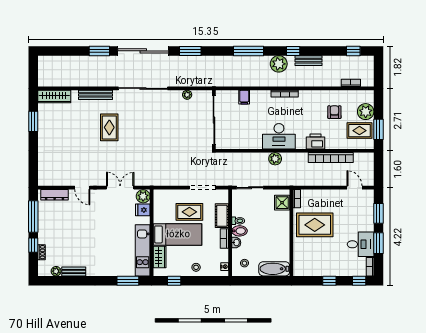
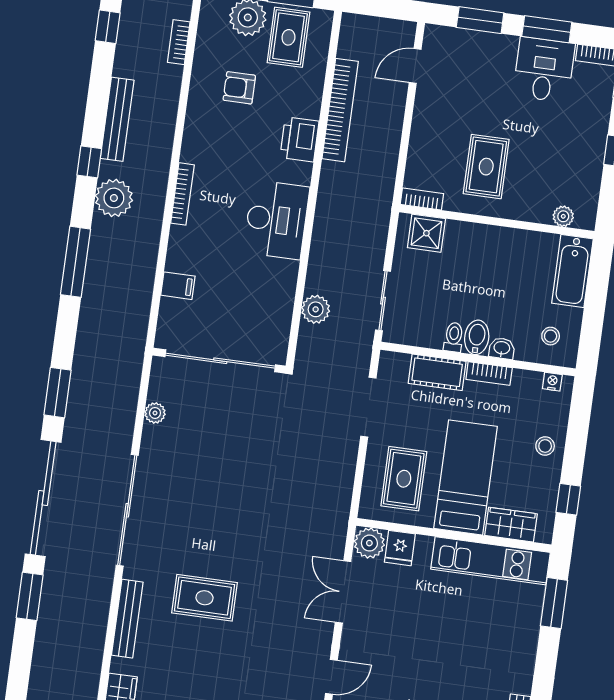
bench: (309, 61) -> (117, 119), width x1.36
plant: (275, 159) -> (316, 309), moved
rug: (189, 212) -> (404, 479), moved
rug: (315, 225) -> (486, 167), width x0.73, depth x0.70
plant: (298, 262) -> (563, 216), added

